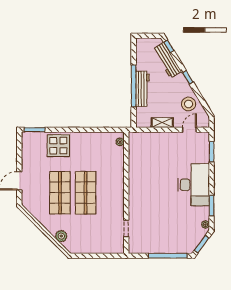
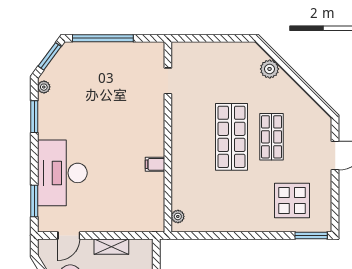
display table: (58, 146) -> (292, 201), moved
filing cabinet: (134, 175) -> (155, 164), added
desk: (194, 185) -> (62, 173), moved
shop shelf: (60, 193) -> (272, 137), width x0.70, depth x0.74

